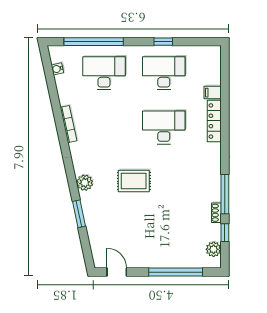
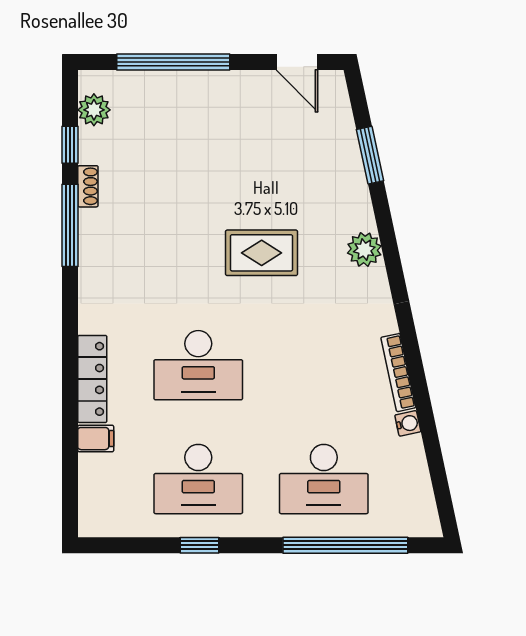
water cooler: (57, 69) -> (408, 423), moved
window: (79, 214) -> (370, 155), moved

